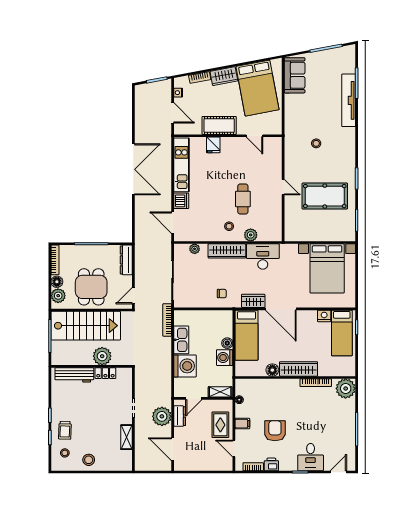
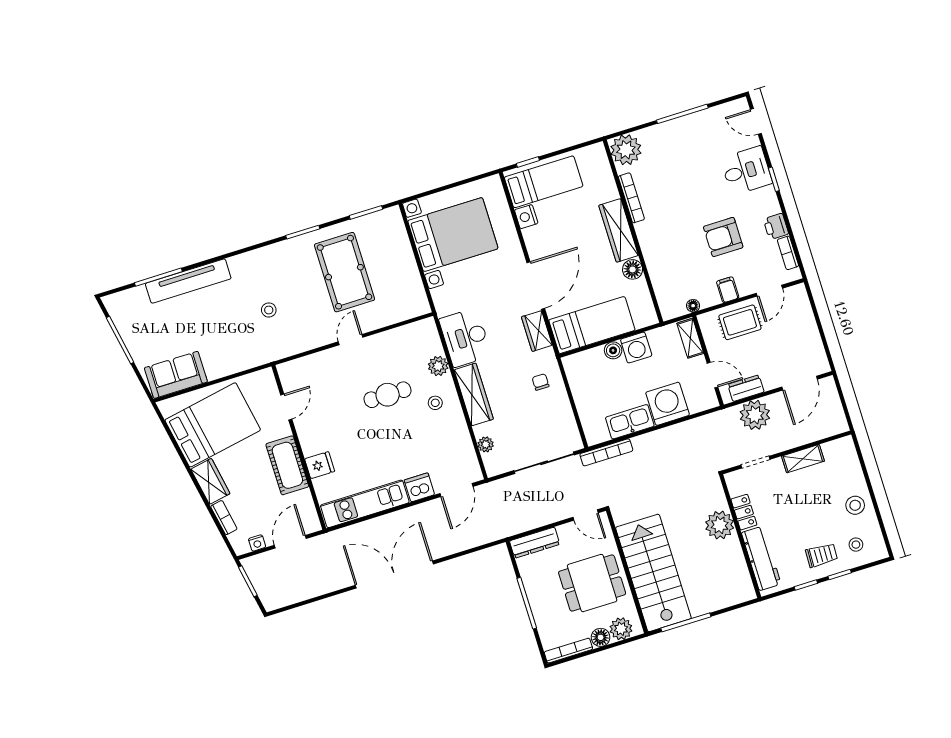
plant: (102, 356) -> (720, 525), moved
wall: (92, 366) -> (740, 536), moved
locker: (105, 373) -> (744, 512), moved
workbench: (74, 375) -> (761, 558), moved

